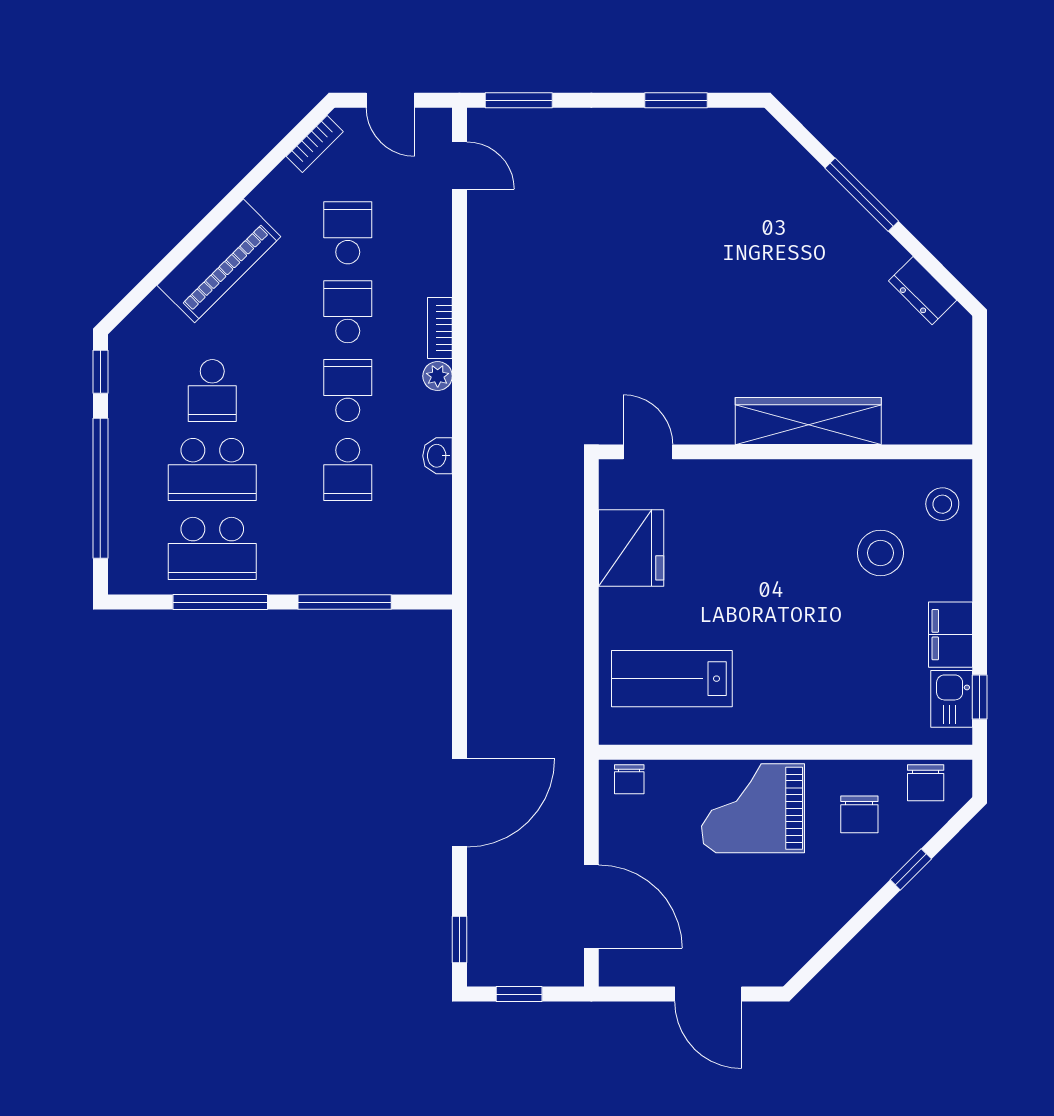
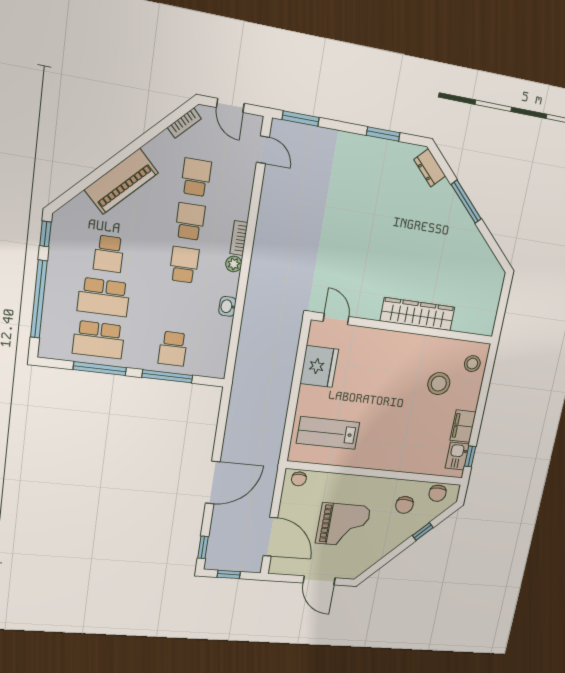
dresser: (923, 291) -> (430, 168), moved
school desk: (348, 469) -> (173, 349), moved
grand piano: (753, 808) -> (343, 525), moved, turned 180

